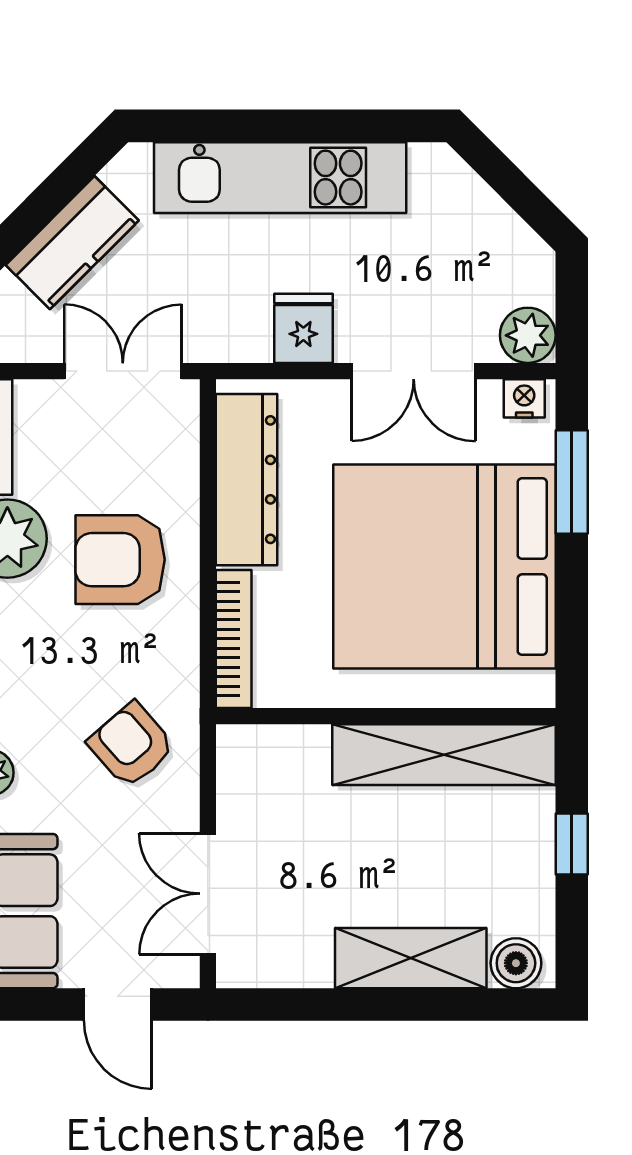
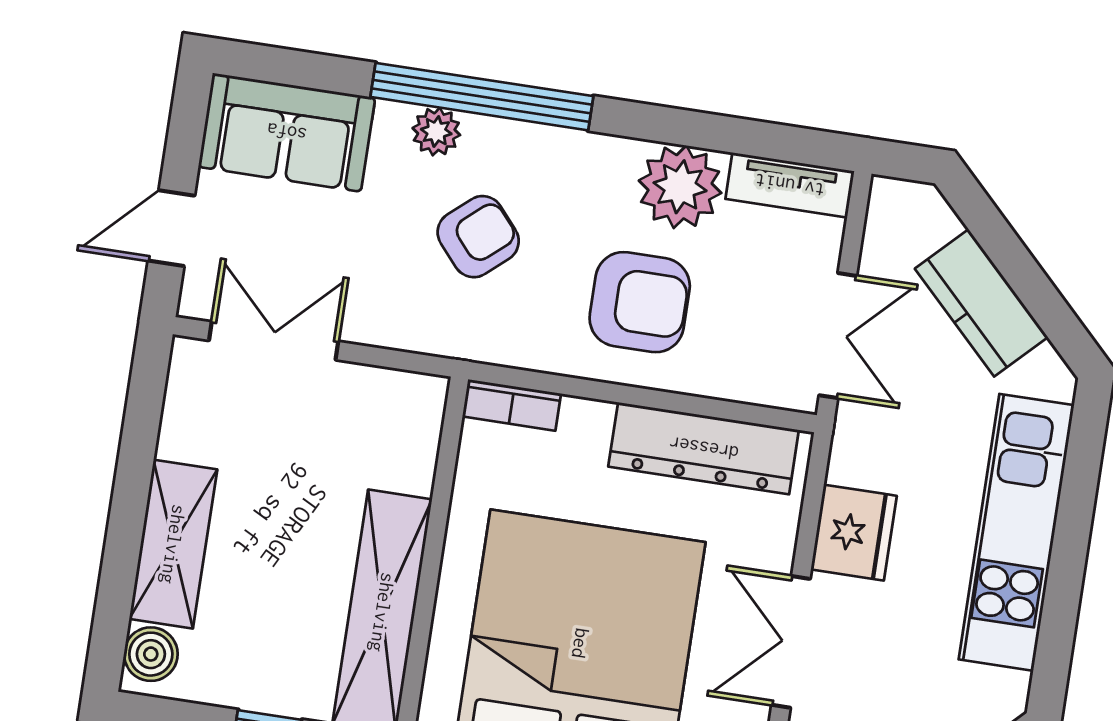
fridge: (303, 328) -> (854, 533), width x1.38
armchair: (120, 560) -> (640, 302), turned 90
bookcase: (234, 639) -> (512, 405), width x0.64
armchair: (131, 745) -> (478, 237), moved

